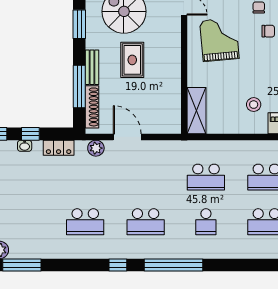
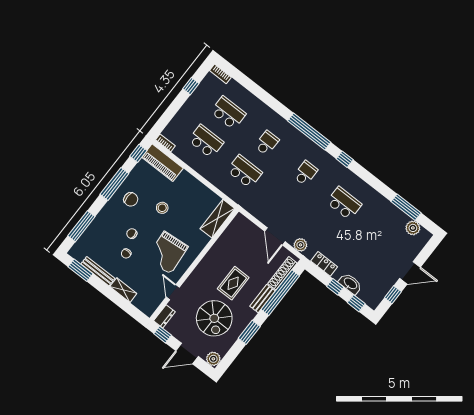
window: (79, 87) -> (280, 293), width x1.46
stool: (254, 105) -> (162, 208), moved
washbasin: (25, 146) -> (350, 284), width x1.91, depth x1.45
school desk: (146, 222) -> (305, 173), width x0.54

